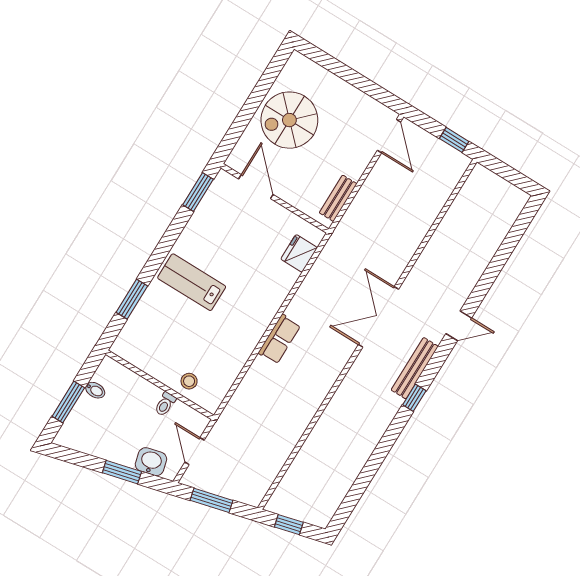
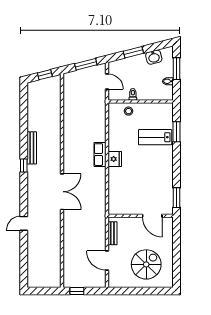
spiral stairs: (289, 120) -> (146, 264), moved
door: (389, 136) -> (107, 261), moved
fridge: (299, 253) -> (115, 159), moved
lab bench: (192, 282) -> (155, 137), moved, turned 180
door: (459, 326) -> (24, 223), moved
bench: (415, 368) -> (32, 148), moved
washbasin: (151, 462) -> (154, 57), moved

